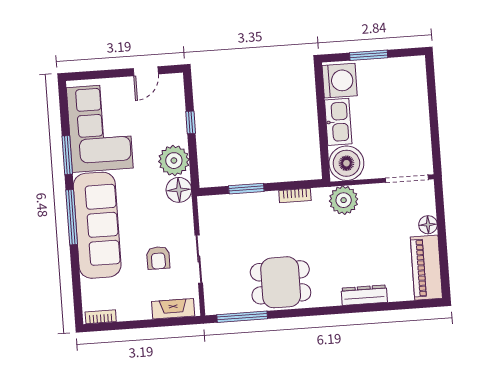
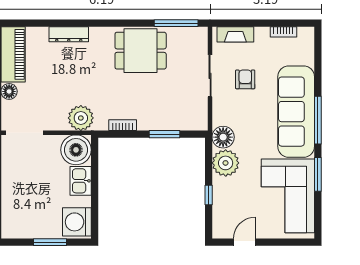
kitchen sink: (338, 122) -> (81, 181), width x0.73
bookcase: (101, 317) -> (283, 32), moved

